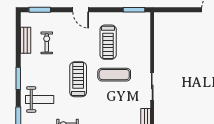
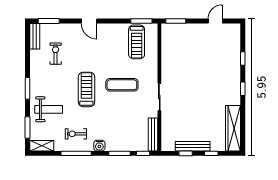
window: (169, 10) -> (176, 21), added
bench: (26, 40) -> (35, 36), moved
treadmill: (108, 42) -> (137, 42), moved

